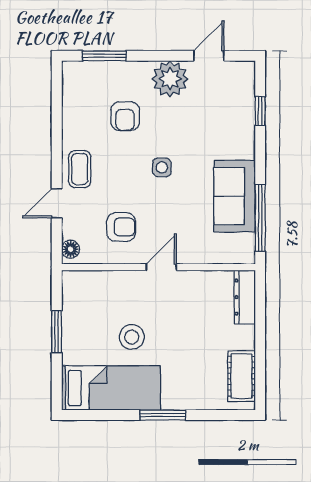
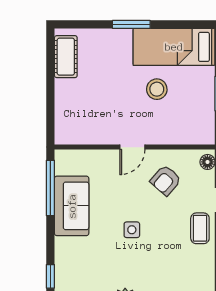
armchair: (125, 116) -> (162, 272), removed
armchair: (121, 227) -> (166, 180), turned -49
dresser: (245, 297) -> (63, 122), removed

